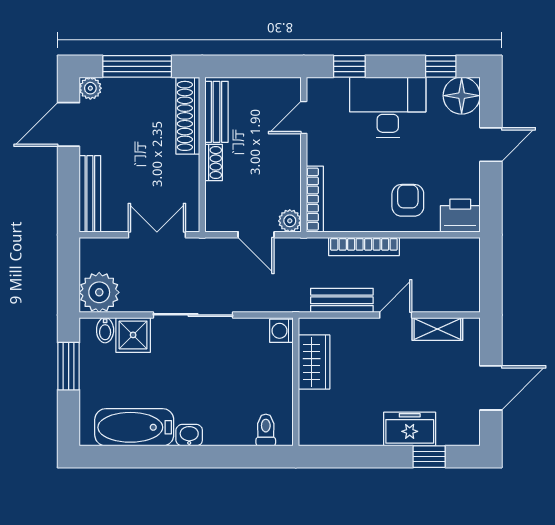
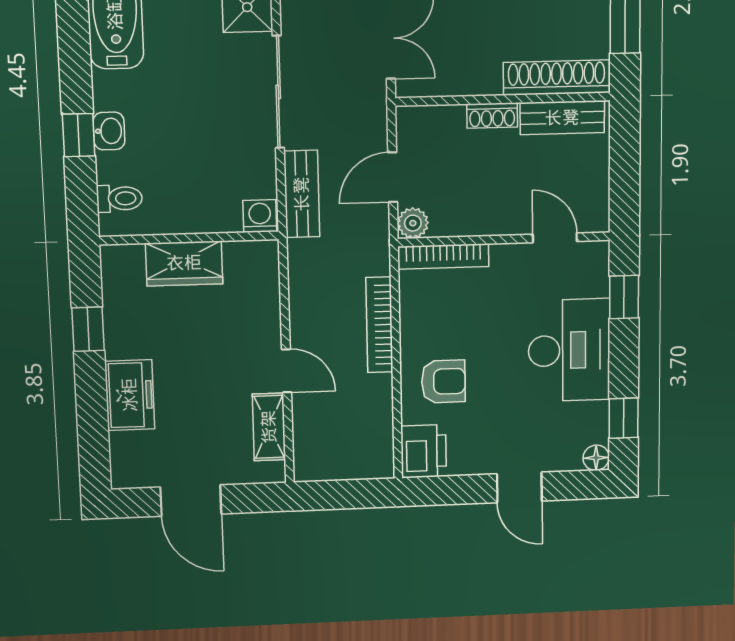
floor lamp: (462, 96) -> (596, 458), width x0.53, depth x0.53
bench: (342, 300) -> (302, 194), moved
wardrobe: (314, 362) -> (184, 263), moved
washbasin: (189, 435) -> (109, 131), moved
window: (220, 457) -> (79, 135), added
window: (429, 457) -> (88, 329), moved

